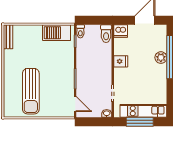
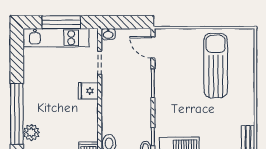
plant: (161, 58) -> (31, 132), moved
fridge: (121, 61) -> (88, 91), moved

